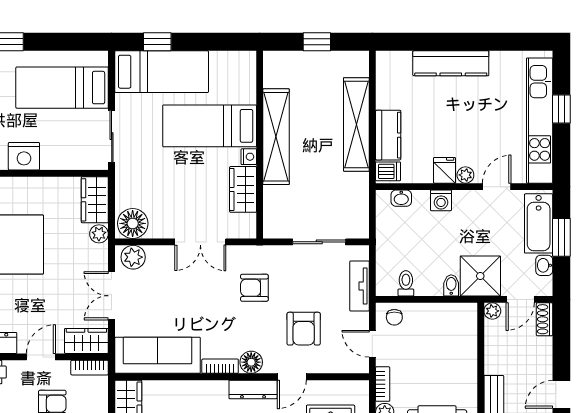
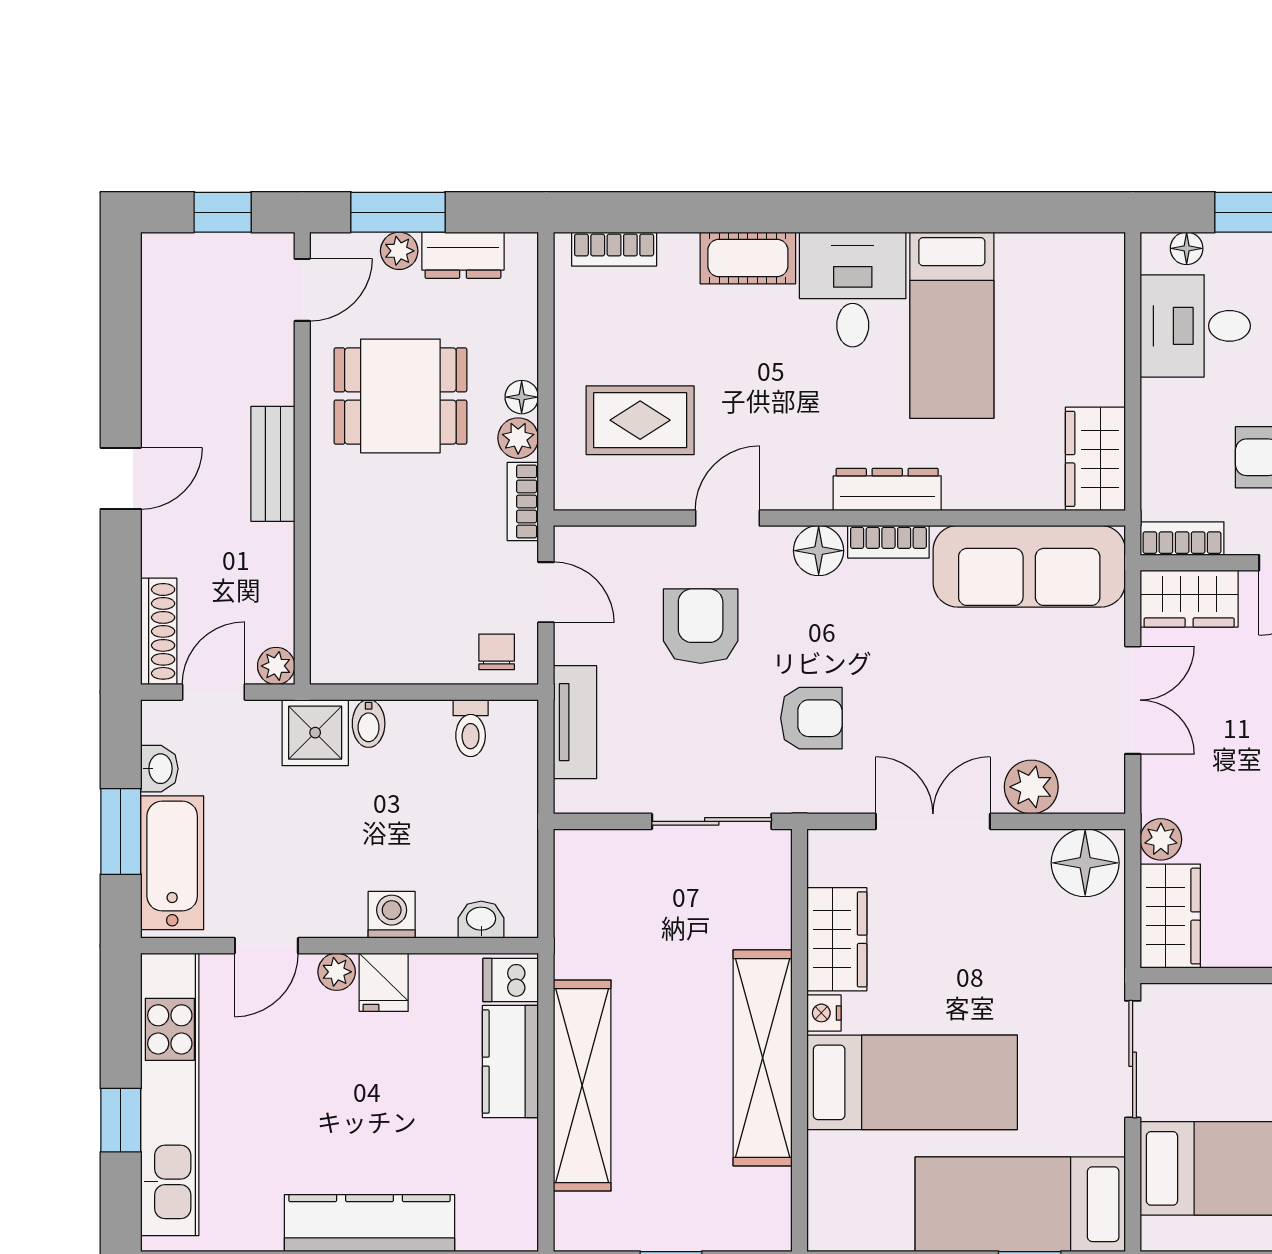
sliding door: (319, 242) -> (712, 821), moved
plant: (133, 257) -> (1031, 787), moved
shower: (480, 276) -> (315, 733), width x0.73, depth x0.73
shoe rack: (545, 319) -> (159, 631), width x1.43
dresser: (253, 389) -> (887, 489), moved

